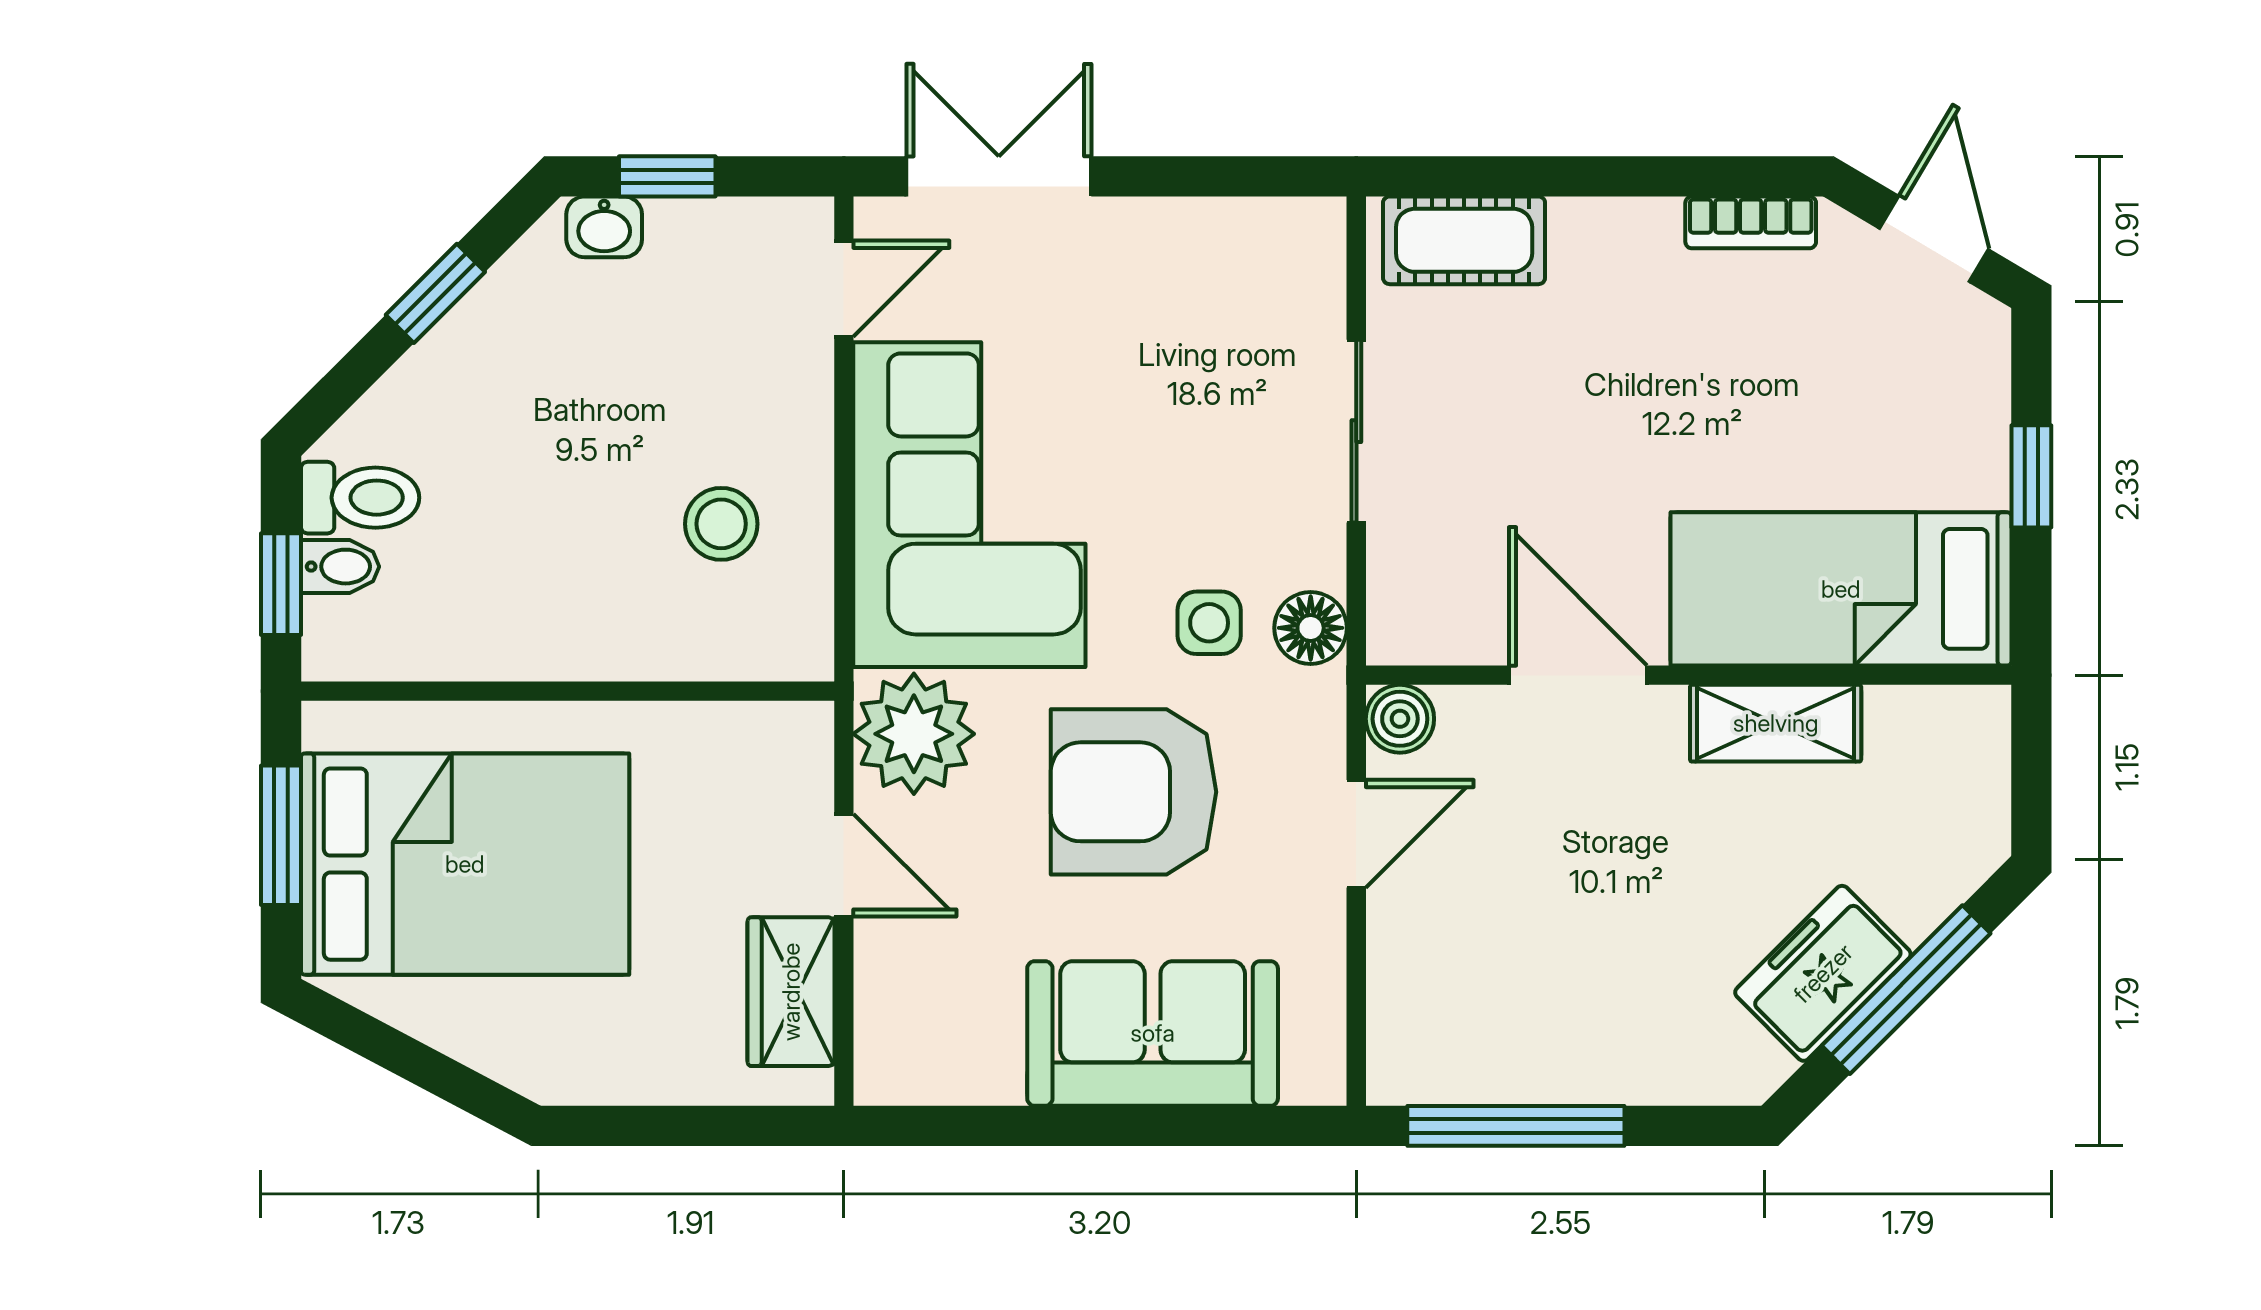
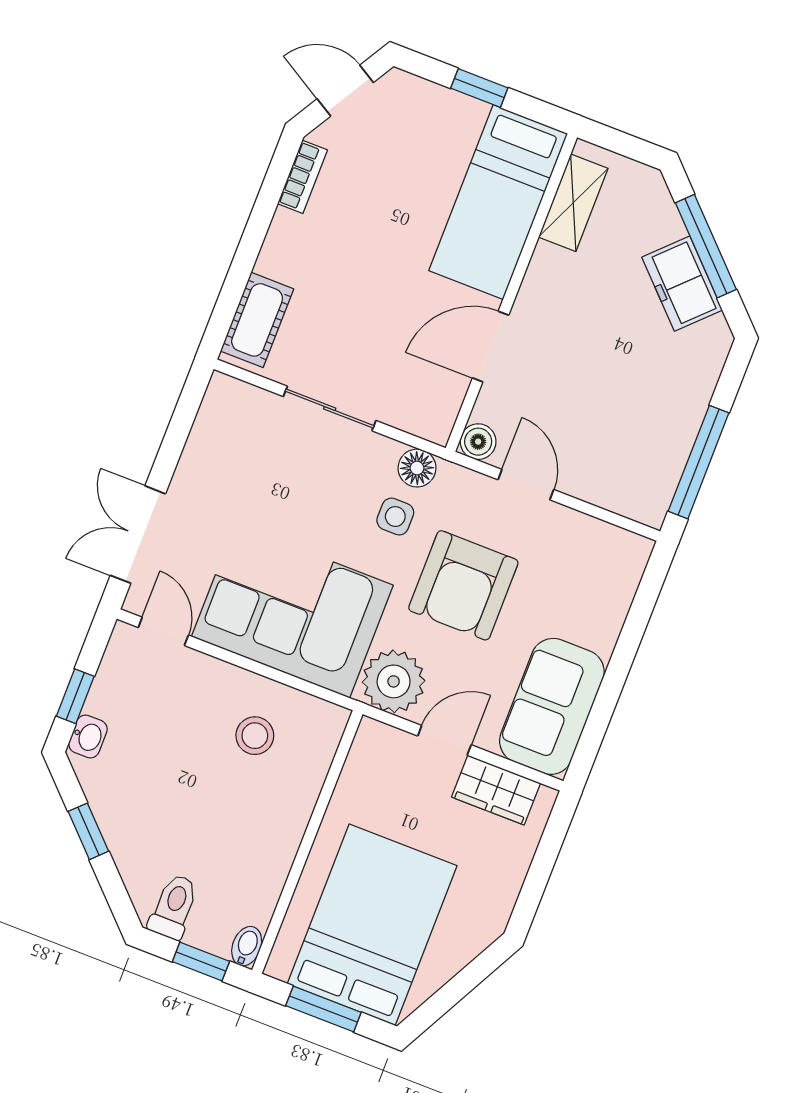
bidet: (340, 567) -> (247, 946), moved
shelving: (1776, 723) -> (573, 203), moved
sofa: (1153, 1033) -> (552, 706), moved

